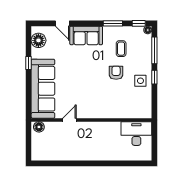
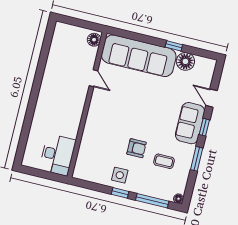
door: (62, 23) -> (211, 98), hinge flipped
window: (139, 23) -> (204, 127), moved
floor lamp: (38, 40) -> (185, 61), moved

